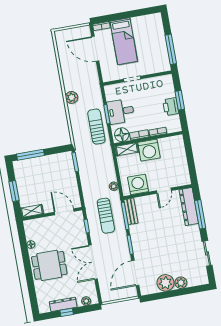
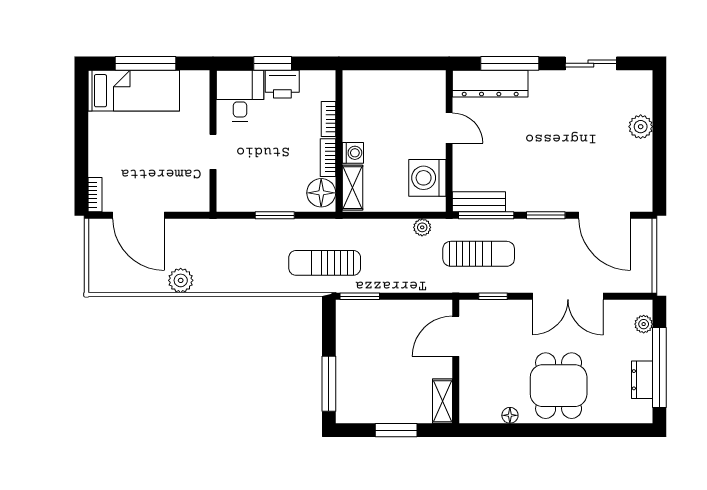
bed: (124, 41) -> (134, 91), moved
door: (95, 49) -> (139, 215), hinge flipped
window: (171, 49) -> (146, 63), moved
plant: (72, 97) -> (181, 280), moved
desk: (121, 111) -> (240, 96), moved, turned 180
sun lounger: (96, 127) -> (325, 263), moved
washing machine: (149, 150) -> (353, 153), width x0.53, depth x0.53
plant: (166, 283) -> (635, 158), removed
dresser: (63, 304) -> (642, 380), width x0.70
window: (67, 312) -> (659, 367), width x3.17

